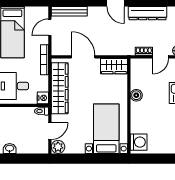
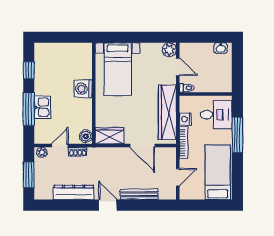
bench: (69, 11) -> (139, 194), moved
boiler: (136, 95) -> (86, 136), moved
nightstand: (43, 98) -> (185, 119), moved
door: (50, 131) -> (178, 67), swing flipped
washing machine: (139, 142) -> (83, 89), moved

